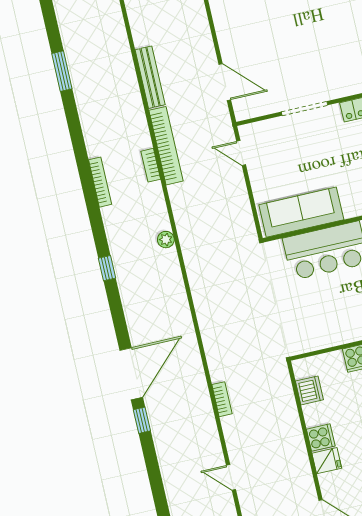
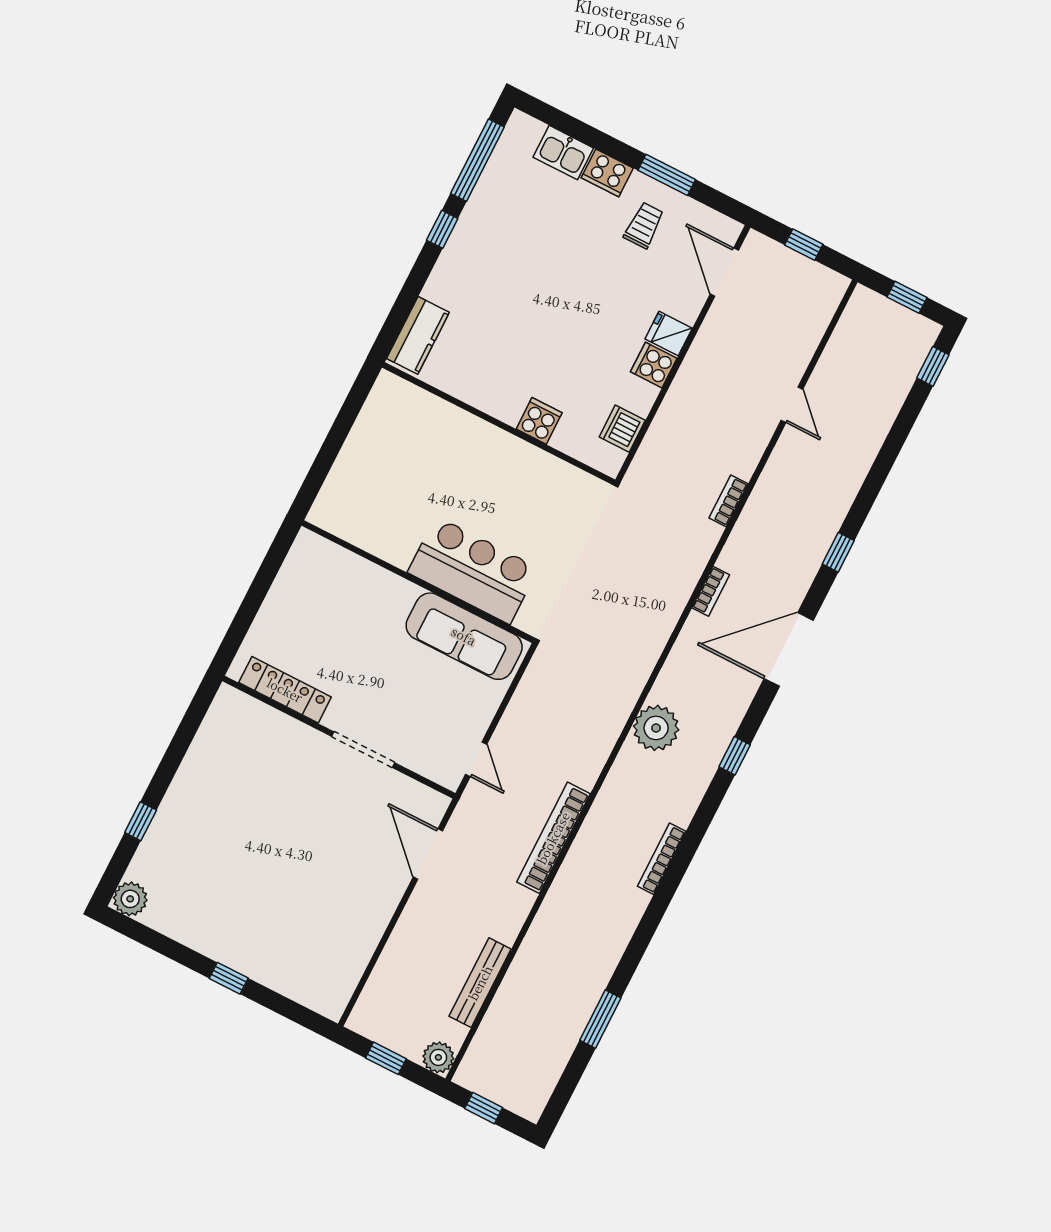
bench: (150, 77) -> (480, 983), moved
bookcase: (151, 165) -> (711, 591), moved
plant: (166, 240) -> (656, 728), width x1.88, depth x1.88
door: (131, 374) -> (789, 650), moved

